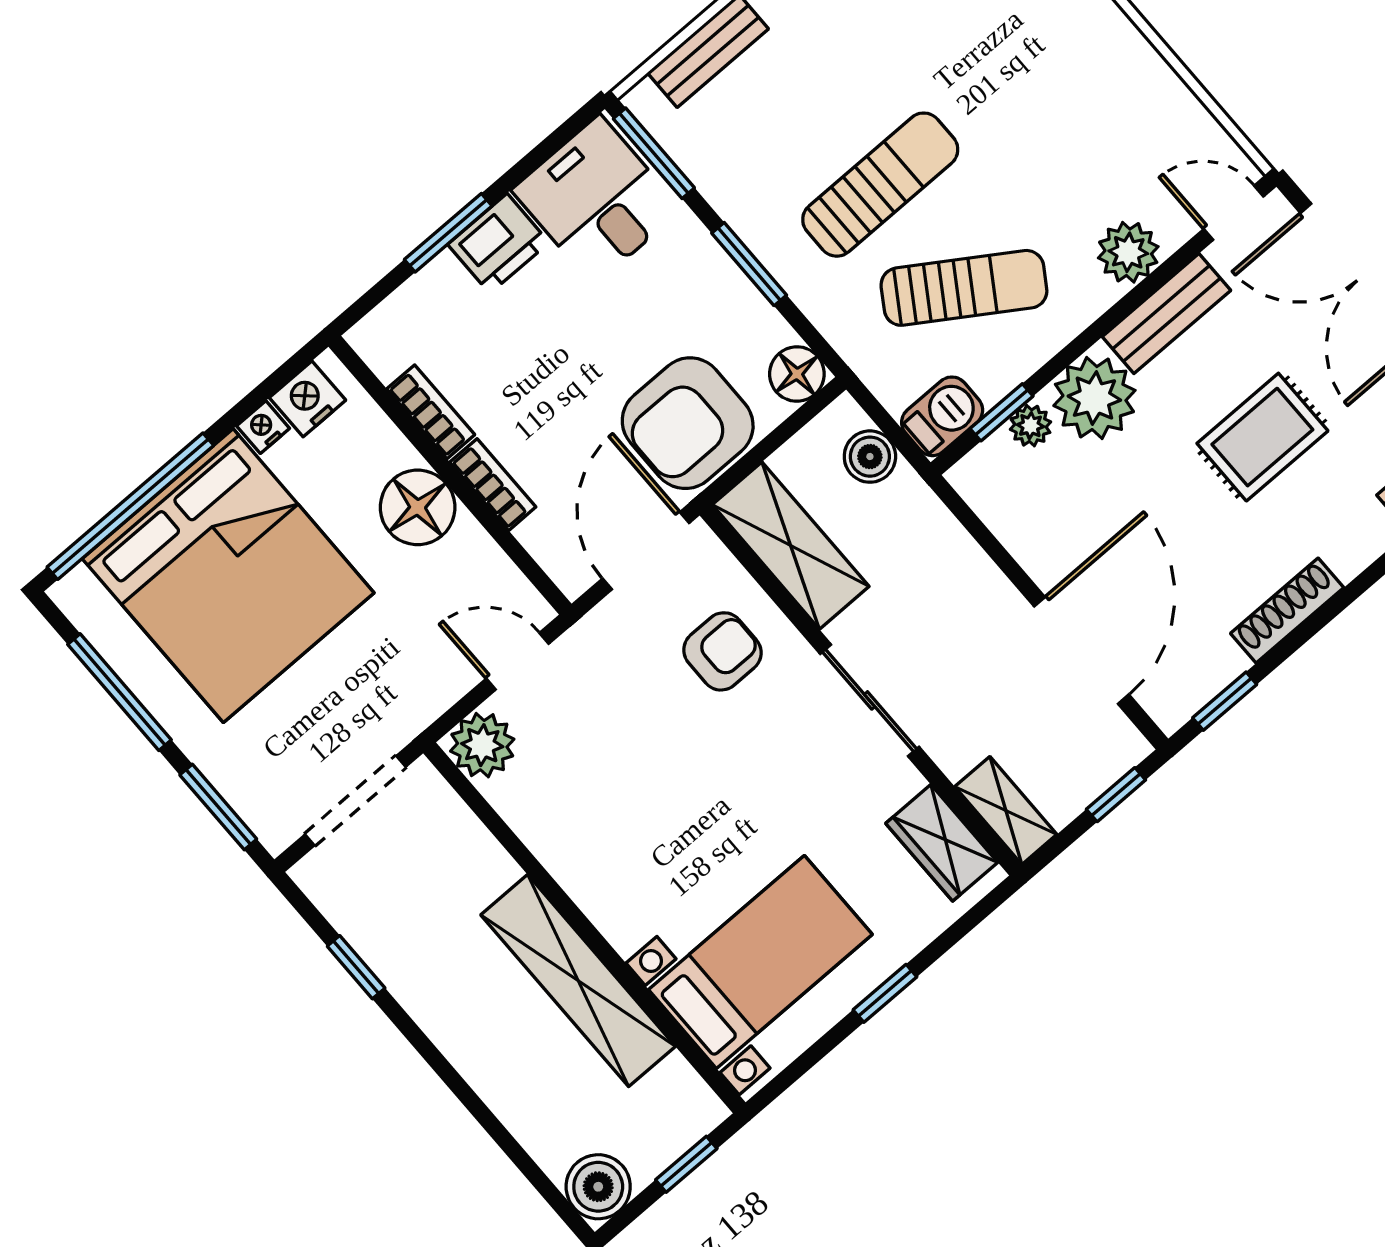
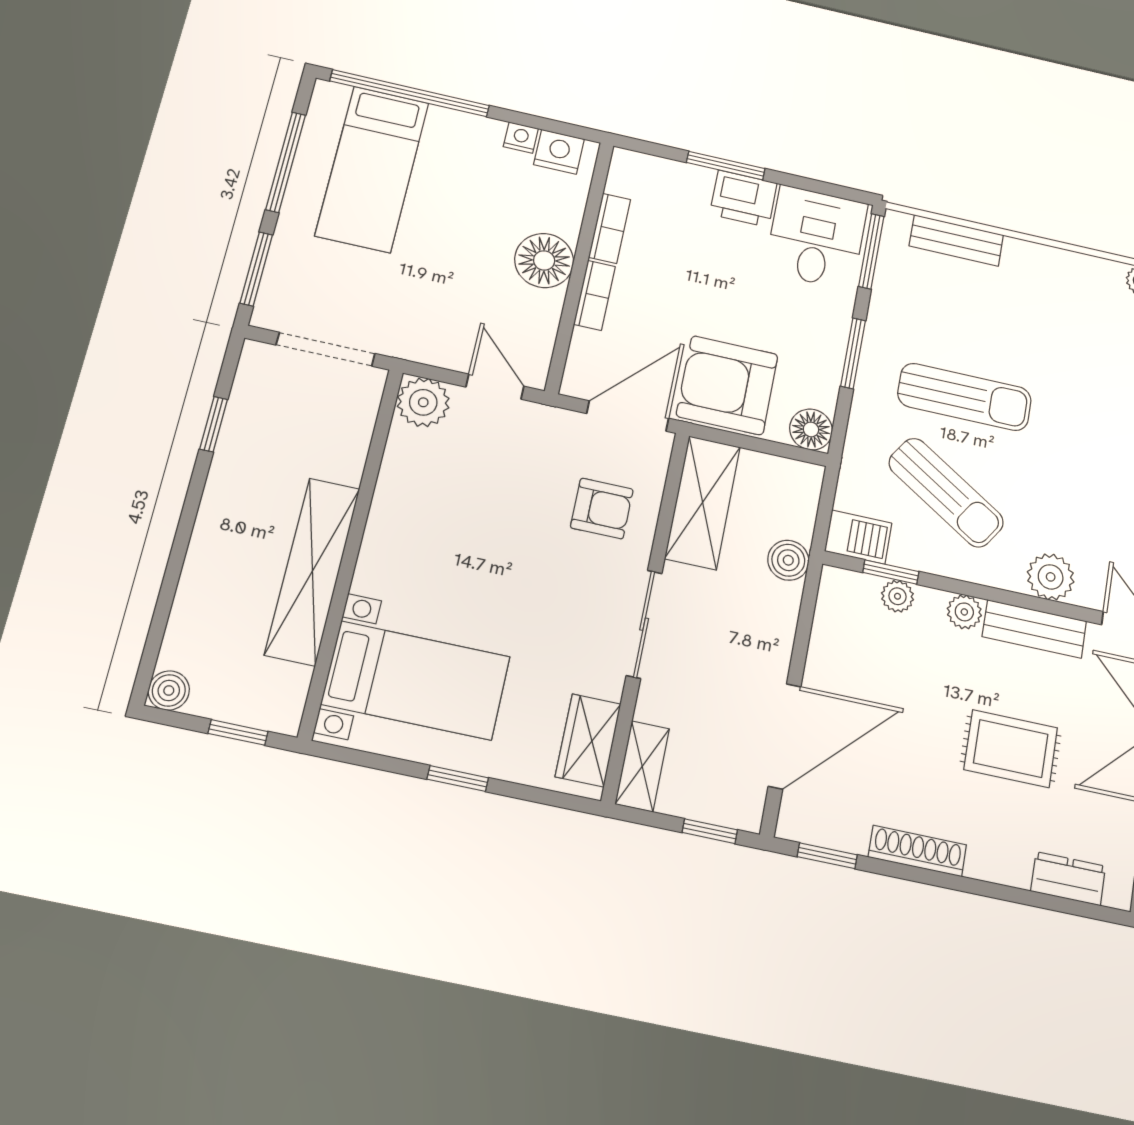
plant: (1094, 398) -> (964, 612), width x0.53, depth x0.53
boiler: (870, 457) -> (788, 560), moved
bed: (228, 576) -> (372, 169), width x0.49
boiler: (598, 1187) -> (169, 690), width x0.73, depth x0.73

